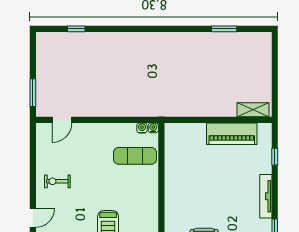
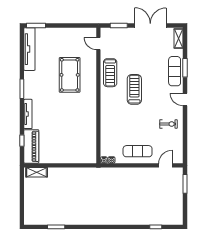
piano: (232, 134) -> (31, 146), moved, turned 90
exercise mat: (135, 156) -> (138, 151), moved
door: (33, 218) -> (185, 99), hinge flipped

